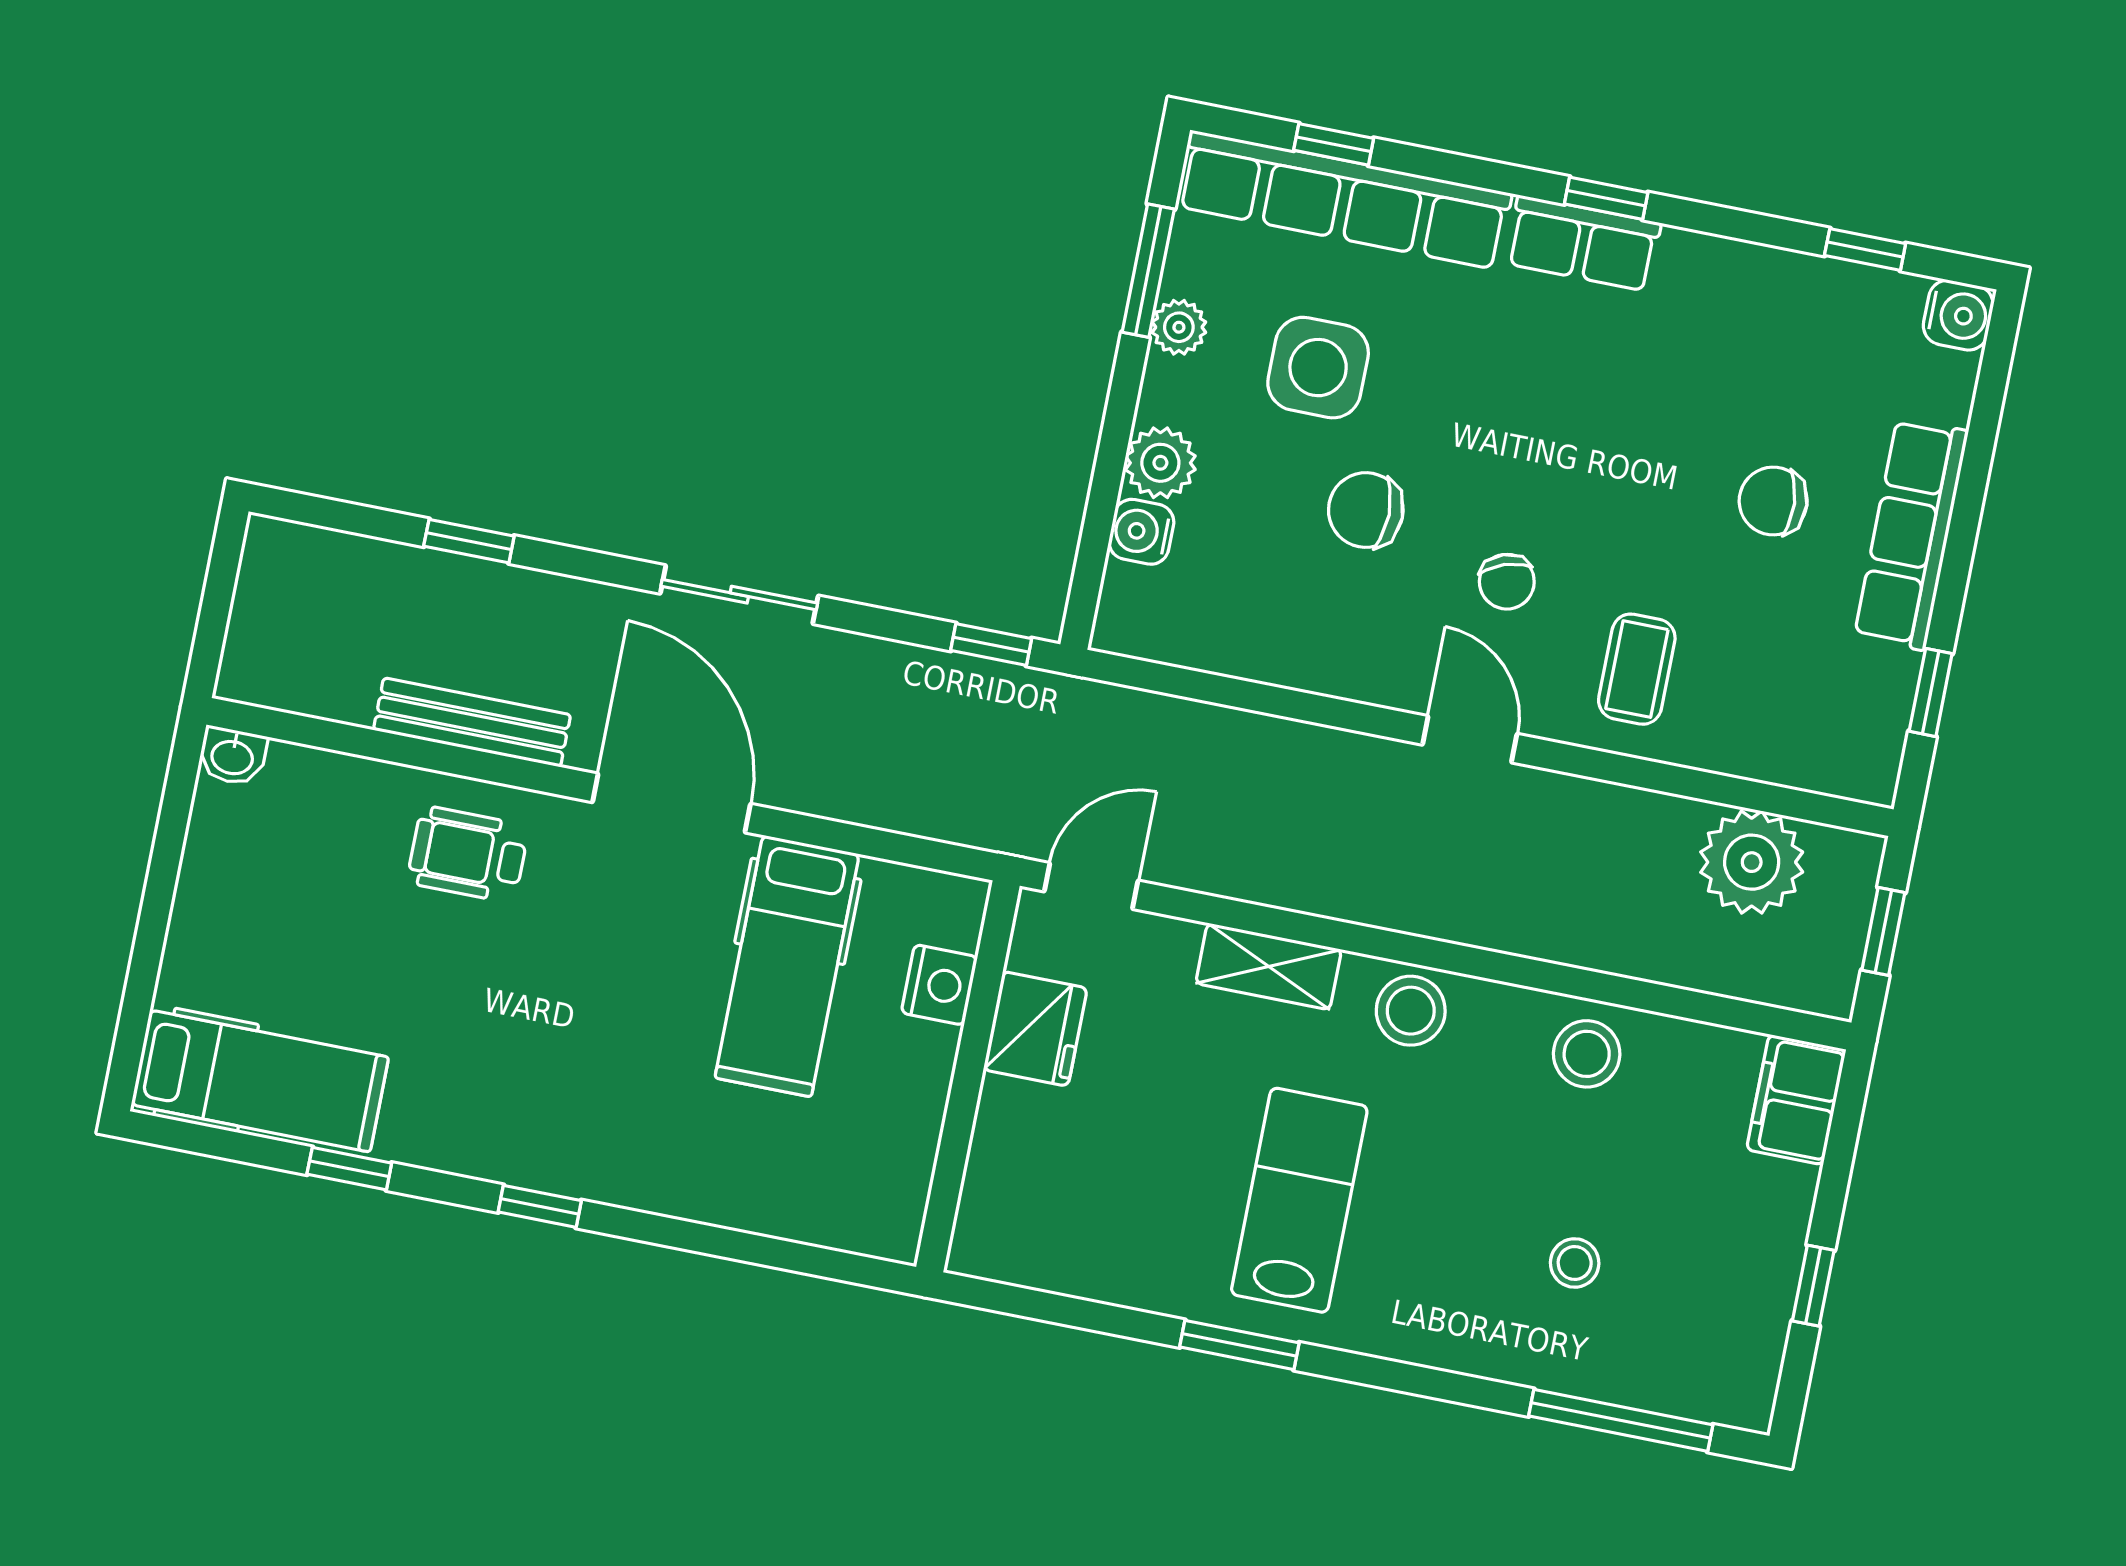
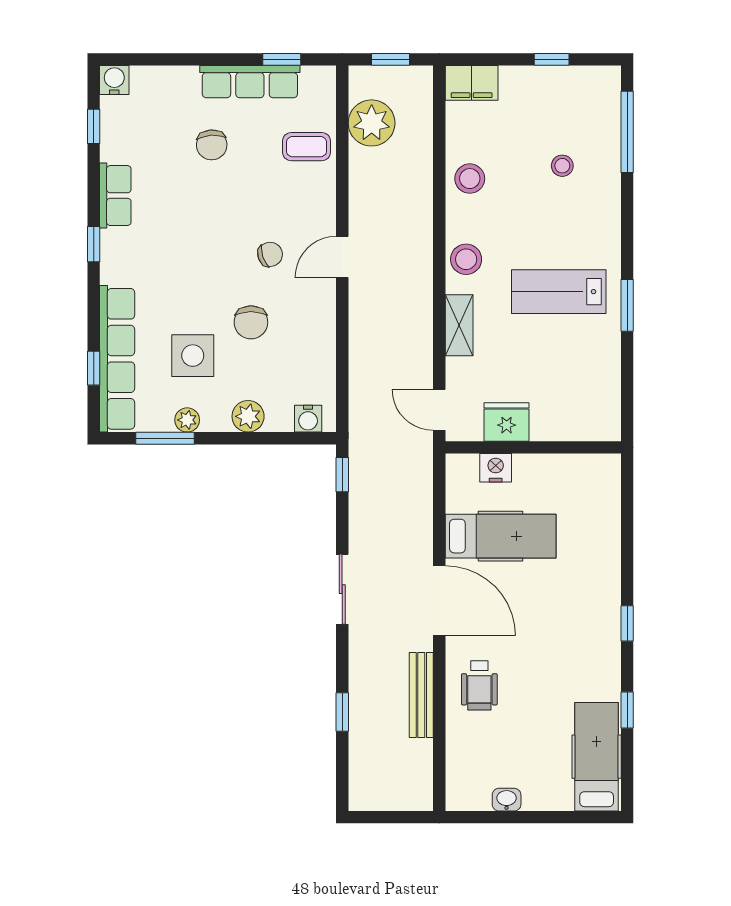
row of seats: (1583, 243) -> (115, 196), moved
water cooler: (1141, 532) -> (308, 419), moved
row of seats: (1911, 534) -> (250, 82), moved
coffee table: (1637, 669) -> (307, 147), moved
washbasin: (232, 756) -> (507, 800), moved, turned -90
door: (672, 803) -> (439, 601), swing flipped

